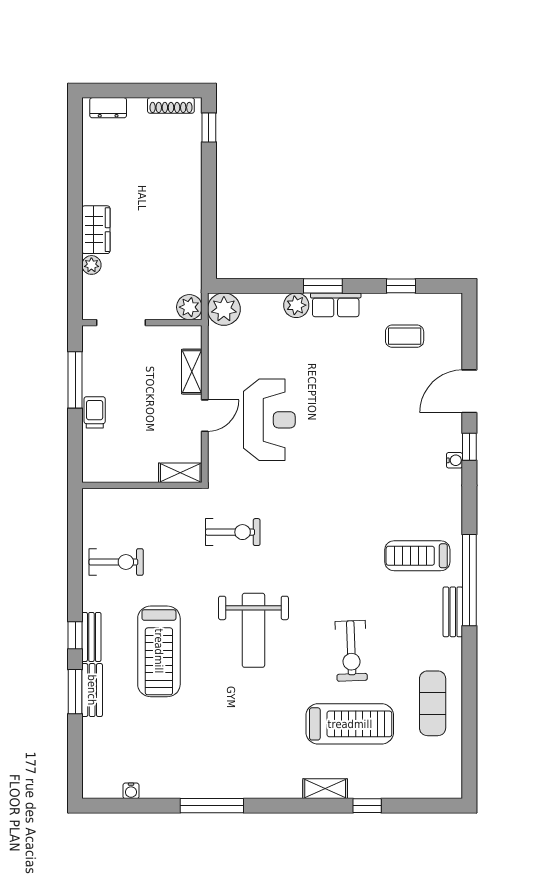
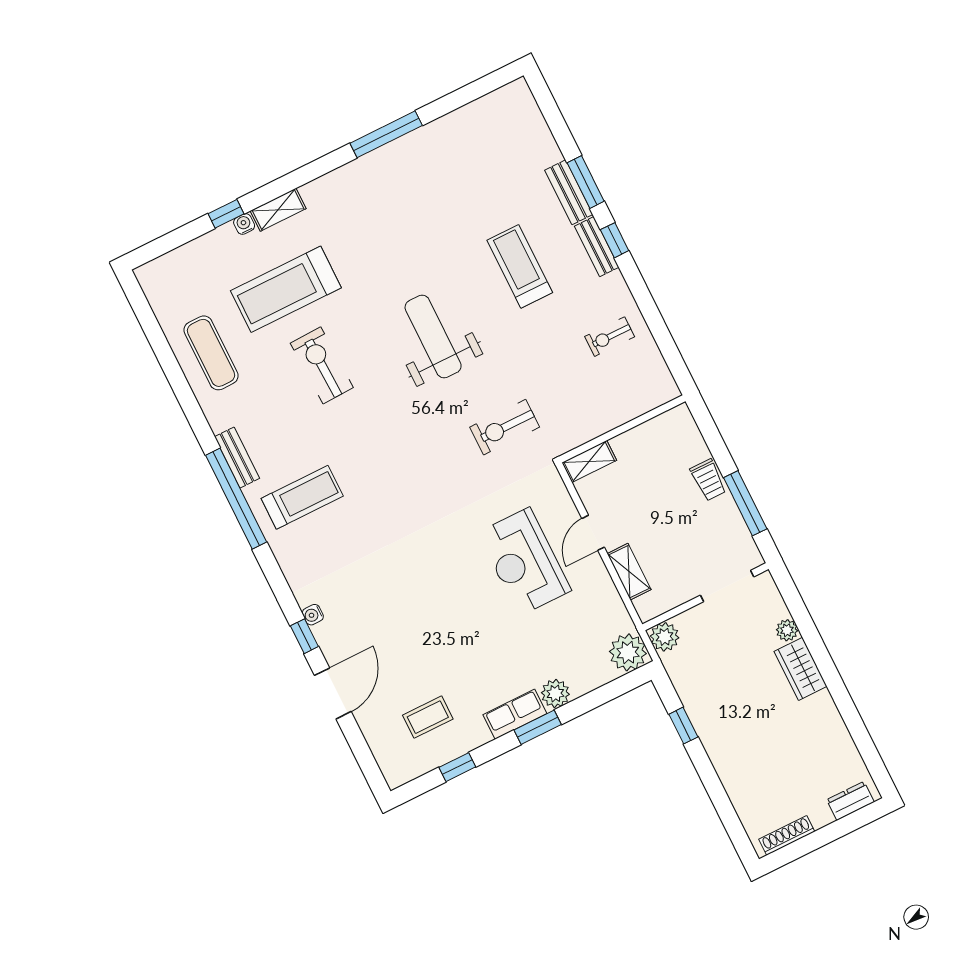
window: (209, 128) -> (683, 726), moved
exercise bike: (116, 562) -> (610, 337), width x0.73, depth x0.72
treadmill: (159, 651) -> (520, 266), width x0.73, depth x0.73
water cooler: (131, 791) -> (244, 224), moved

